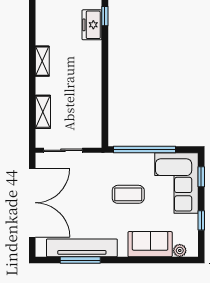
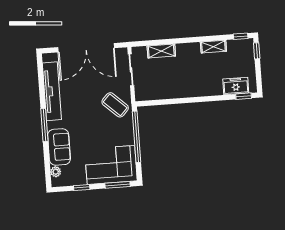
window: (32, 14) -> (241, 36), added
shelving: (42, 61) -> (213, 47), moved
window: (201, 177) -> (118, 185), width x1.50
coffee table: (128, 194) -> (115, 105), moved, turned -47
window: (80, 260) -> (44, 125), moved

